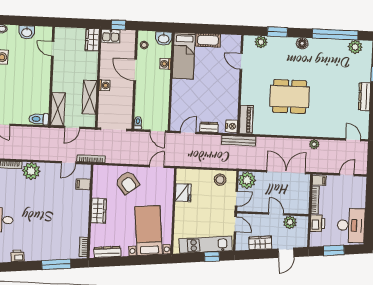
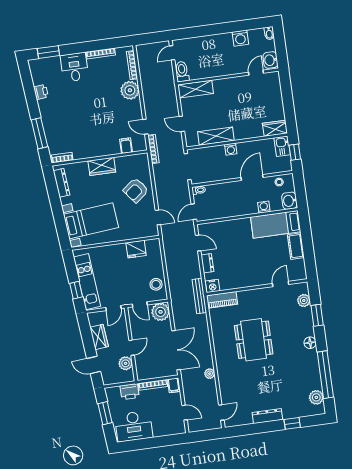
door: (53, 49) -> (256, 73), moved
wall: (51, 76) -> (228, 77), moved
shelving: (58, 109) -> (196, 89), moved
toilet: (39, 119) -> (182, 72), moved

